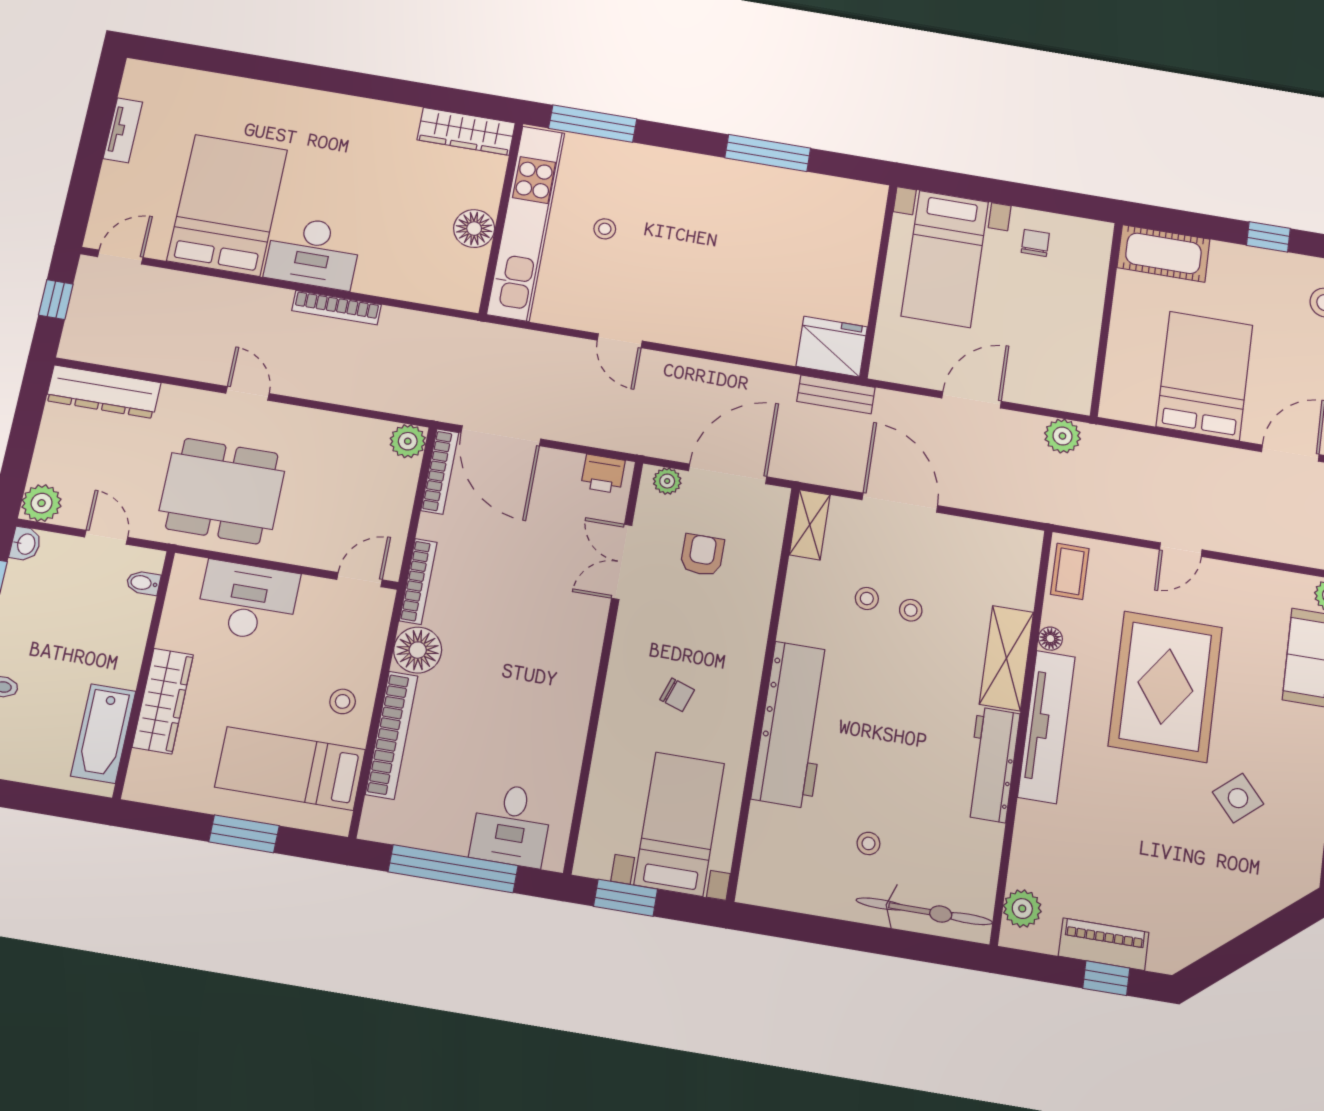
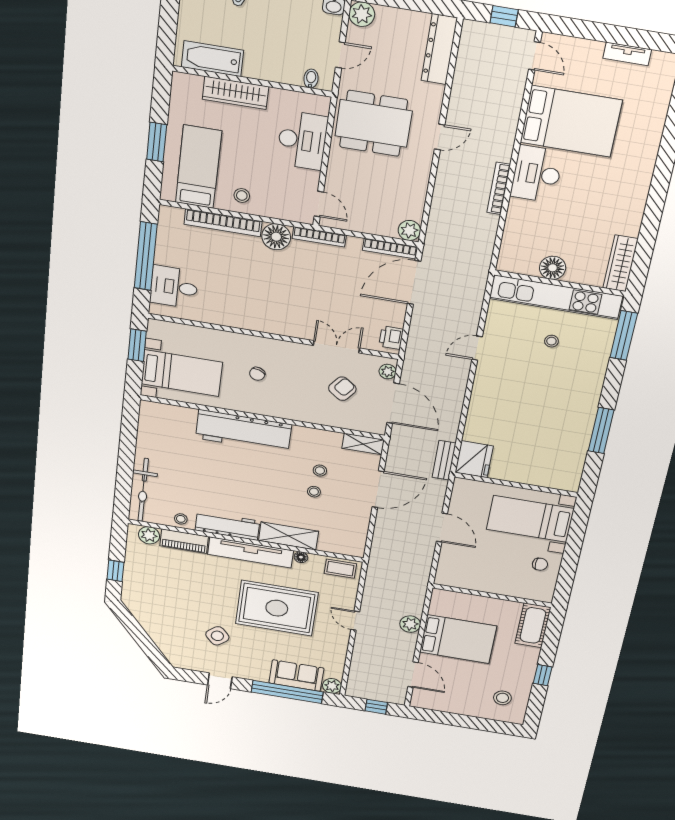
plant: (1062, 436) -> (410, 624), moved
dining table: (222, 491) -> (373, 123), turned 90
armchair: (702, 555) -> (342, 389), turned -53
stool: (868, 843) -> (181, 519), moved
piano: (1104, 944) -> (184, 541), moved, turned 90

